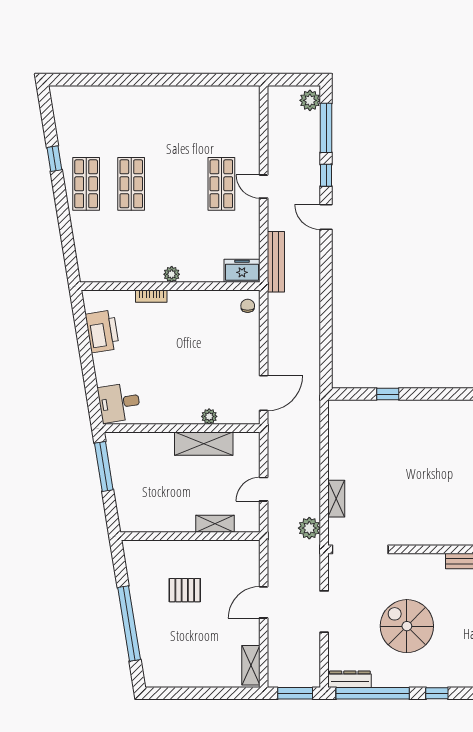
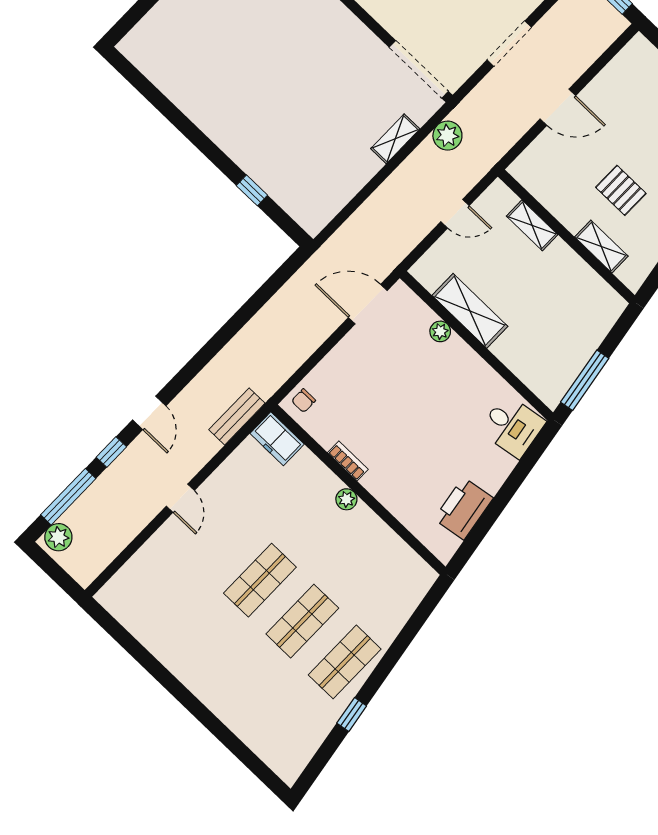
shop shelf: (221, 184) -> (260, 580), moved
bench: (276, 262) -> (237, 416), width x0.73
bookcase: (151, 296) -> (348, 461), moved
shelving: (251, 665) -> (601, 247), moved, turned 90

